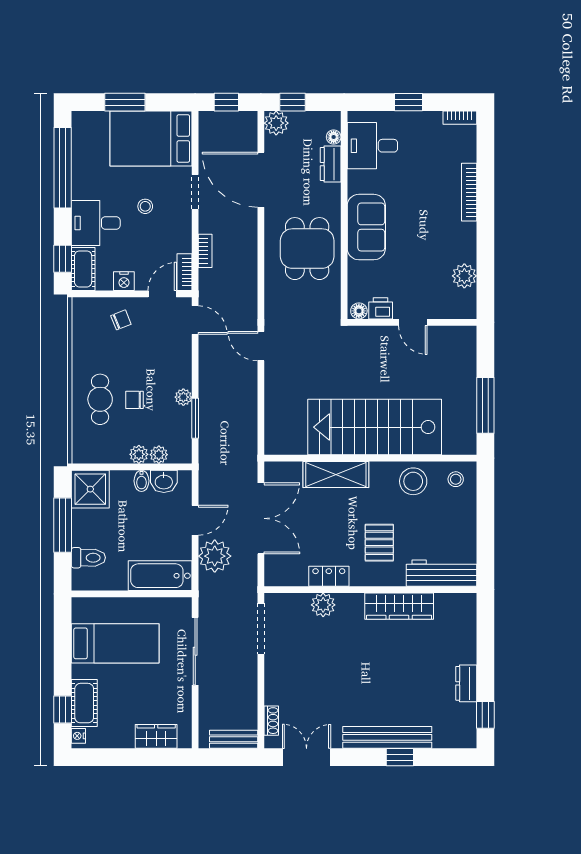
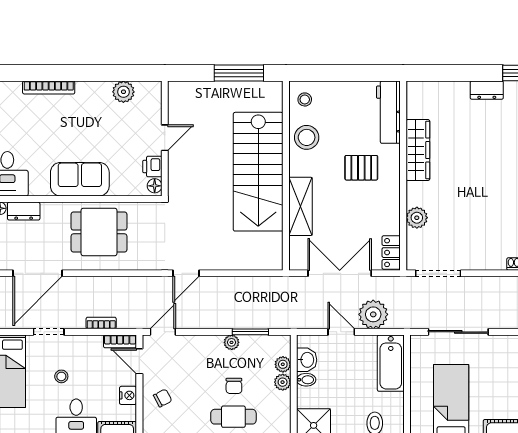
chair: (121, 320) -> (163, 398), turned 84
locker: (329, 576) -> (391, 253), moved

